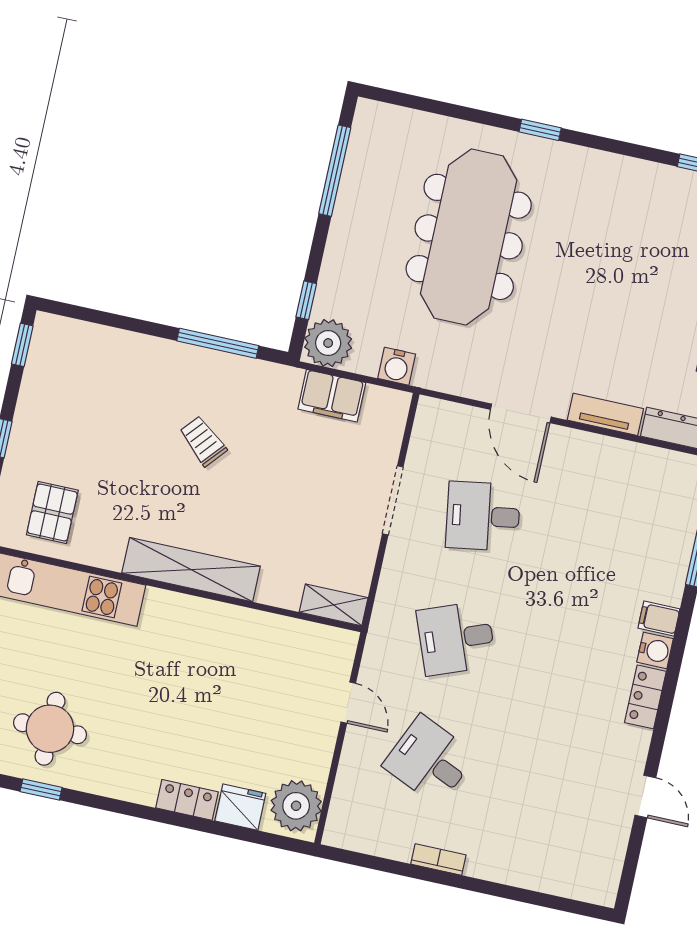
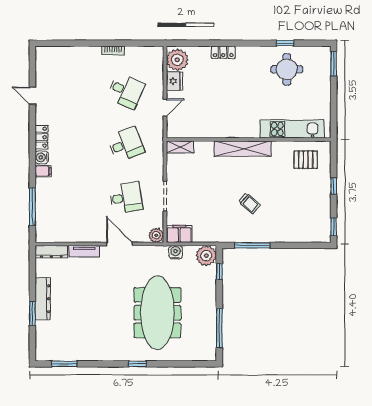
filing cabinet: (332, 396) -> (179, 234), moved
plant: (432, 415) -> (156, 235), added
pallet: (52, 512) -> (306, 160), turned 90
door: (348, 703) -> (165, 108), swing flipped
fridge: (240, 807) -> (174, 81), moved, turned -90

